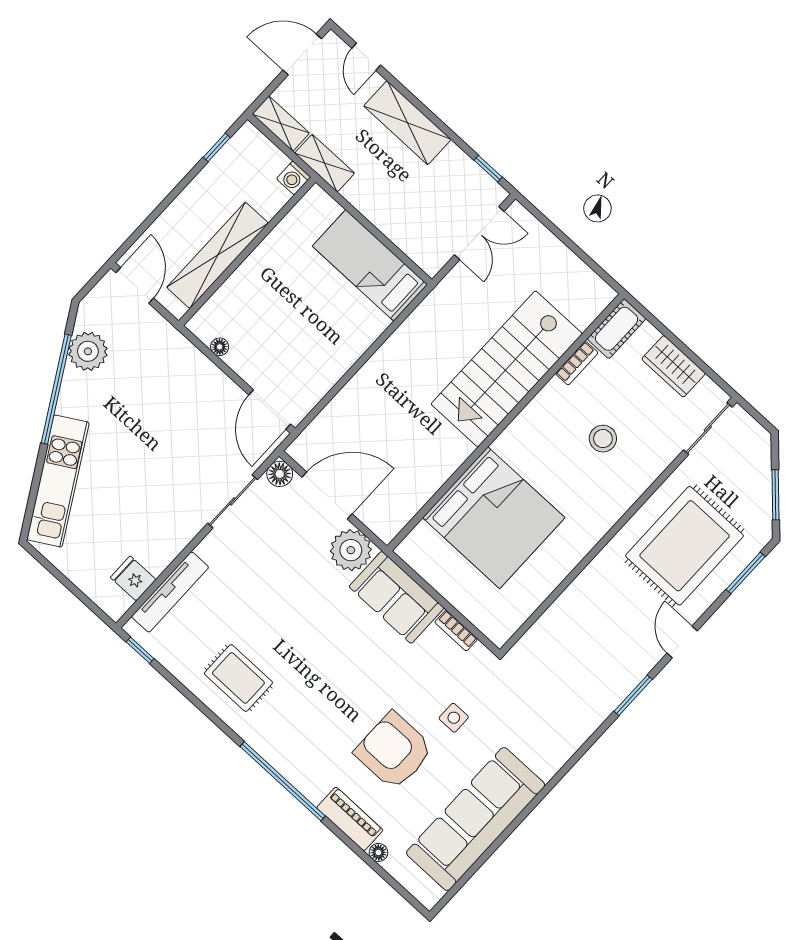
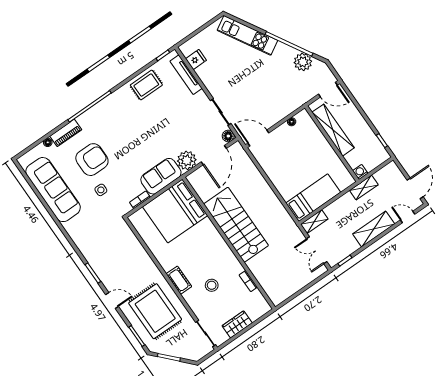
shelving: (281, 124) -> (314, 222), moved
cot: (617, 329) -> (179, 280), moved
stairs: (507, 369) -> (236, 225), moved
bed: (494, 518) -> (175, 211), moved
rug: (238, 678) -> (146, 85), moved

